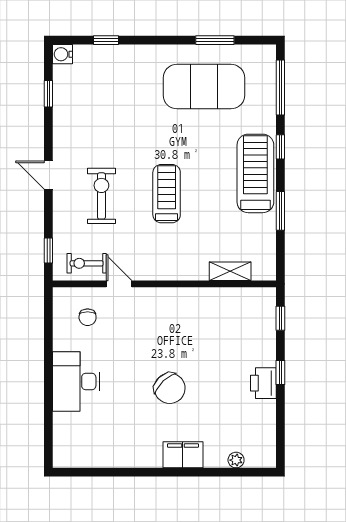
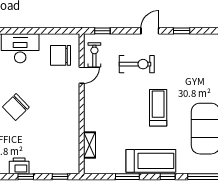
window: (48, 94) -> (182, 31), moved
treadmill: (167, 194) -> (158, 108), moved, turned -90
chair: (88, 317) -> (61, 55), width x1.87, depth x1.87

